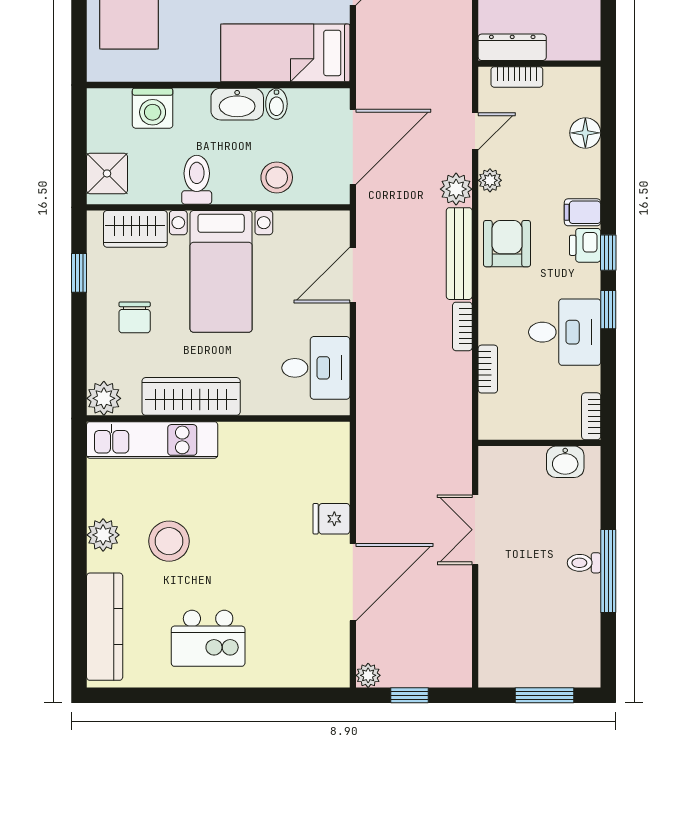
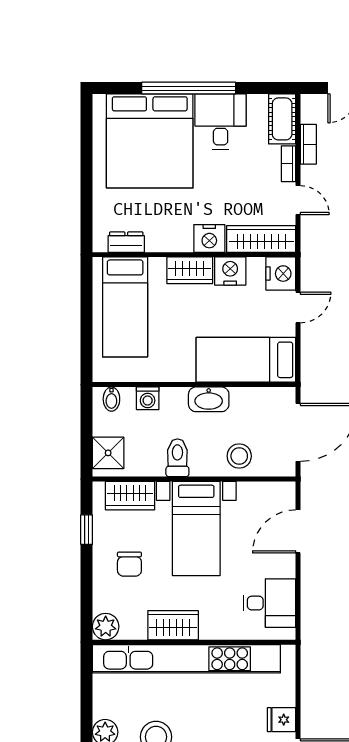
bidet: (276, 104) -> (111, 399), moved
washing machine: (153, 108) -> (148, 398), width x0.73, depth x0.73
wardrobe: (191, 396) -> (173, 625), width x0.67
kitchen unit: (152, 440) -> (186, 659), width x1.86

